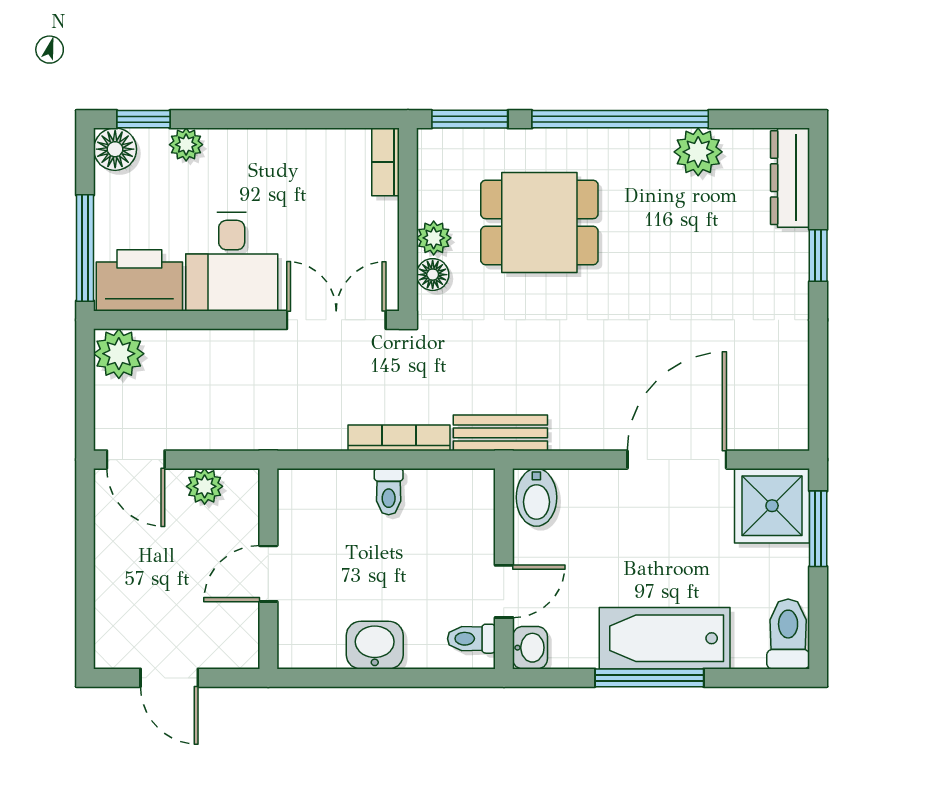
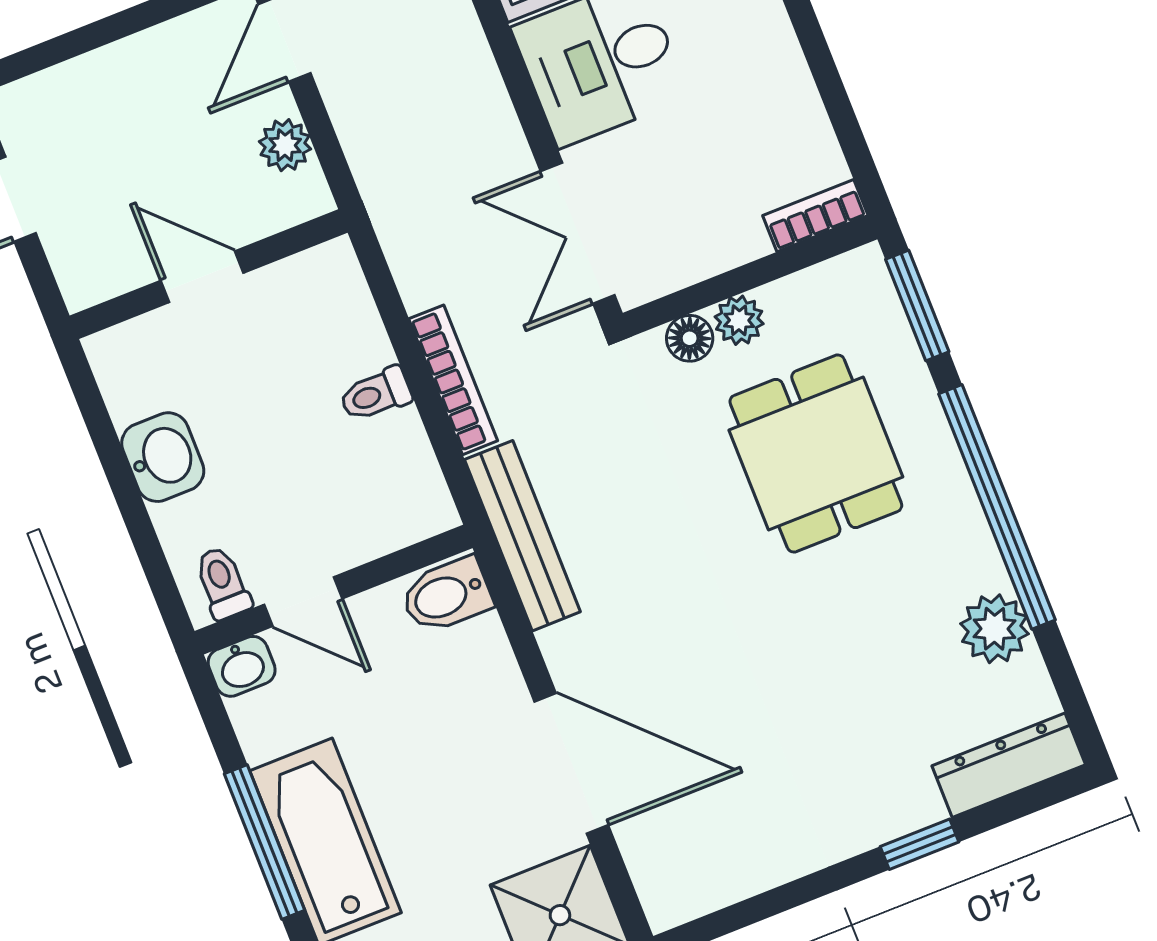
double door: (336, 320) -> (578, 233), swing flipped
bench: (500, 433) -> (522, 536), width x1.36

